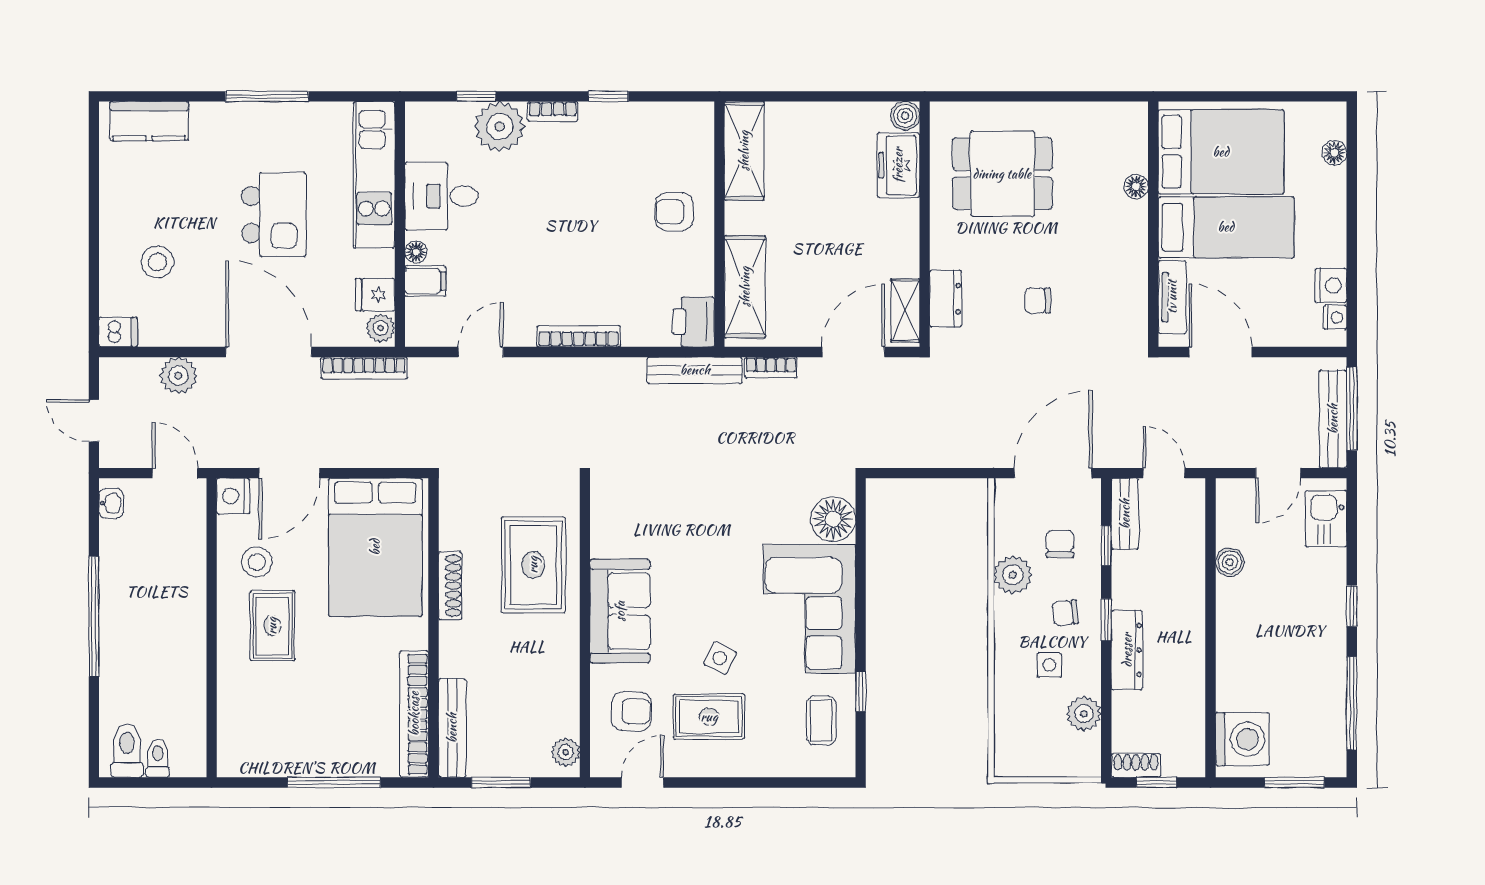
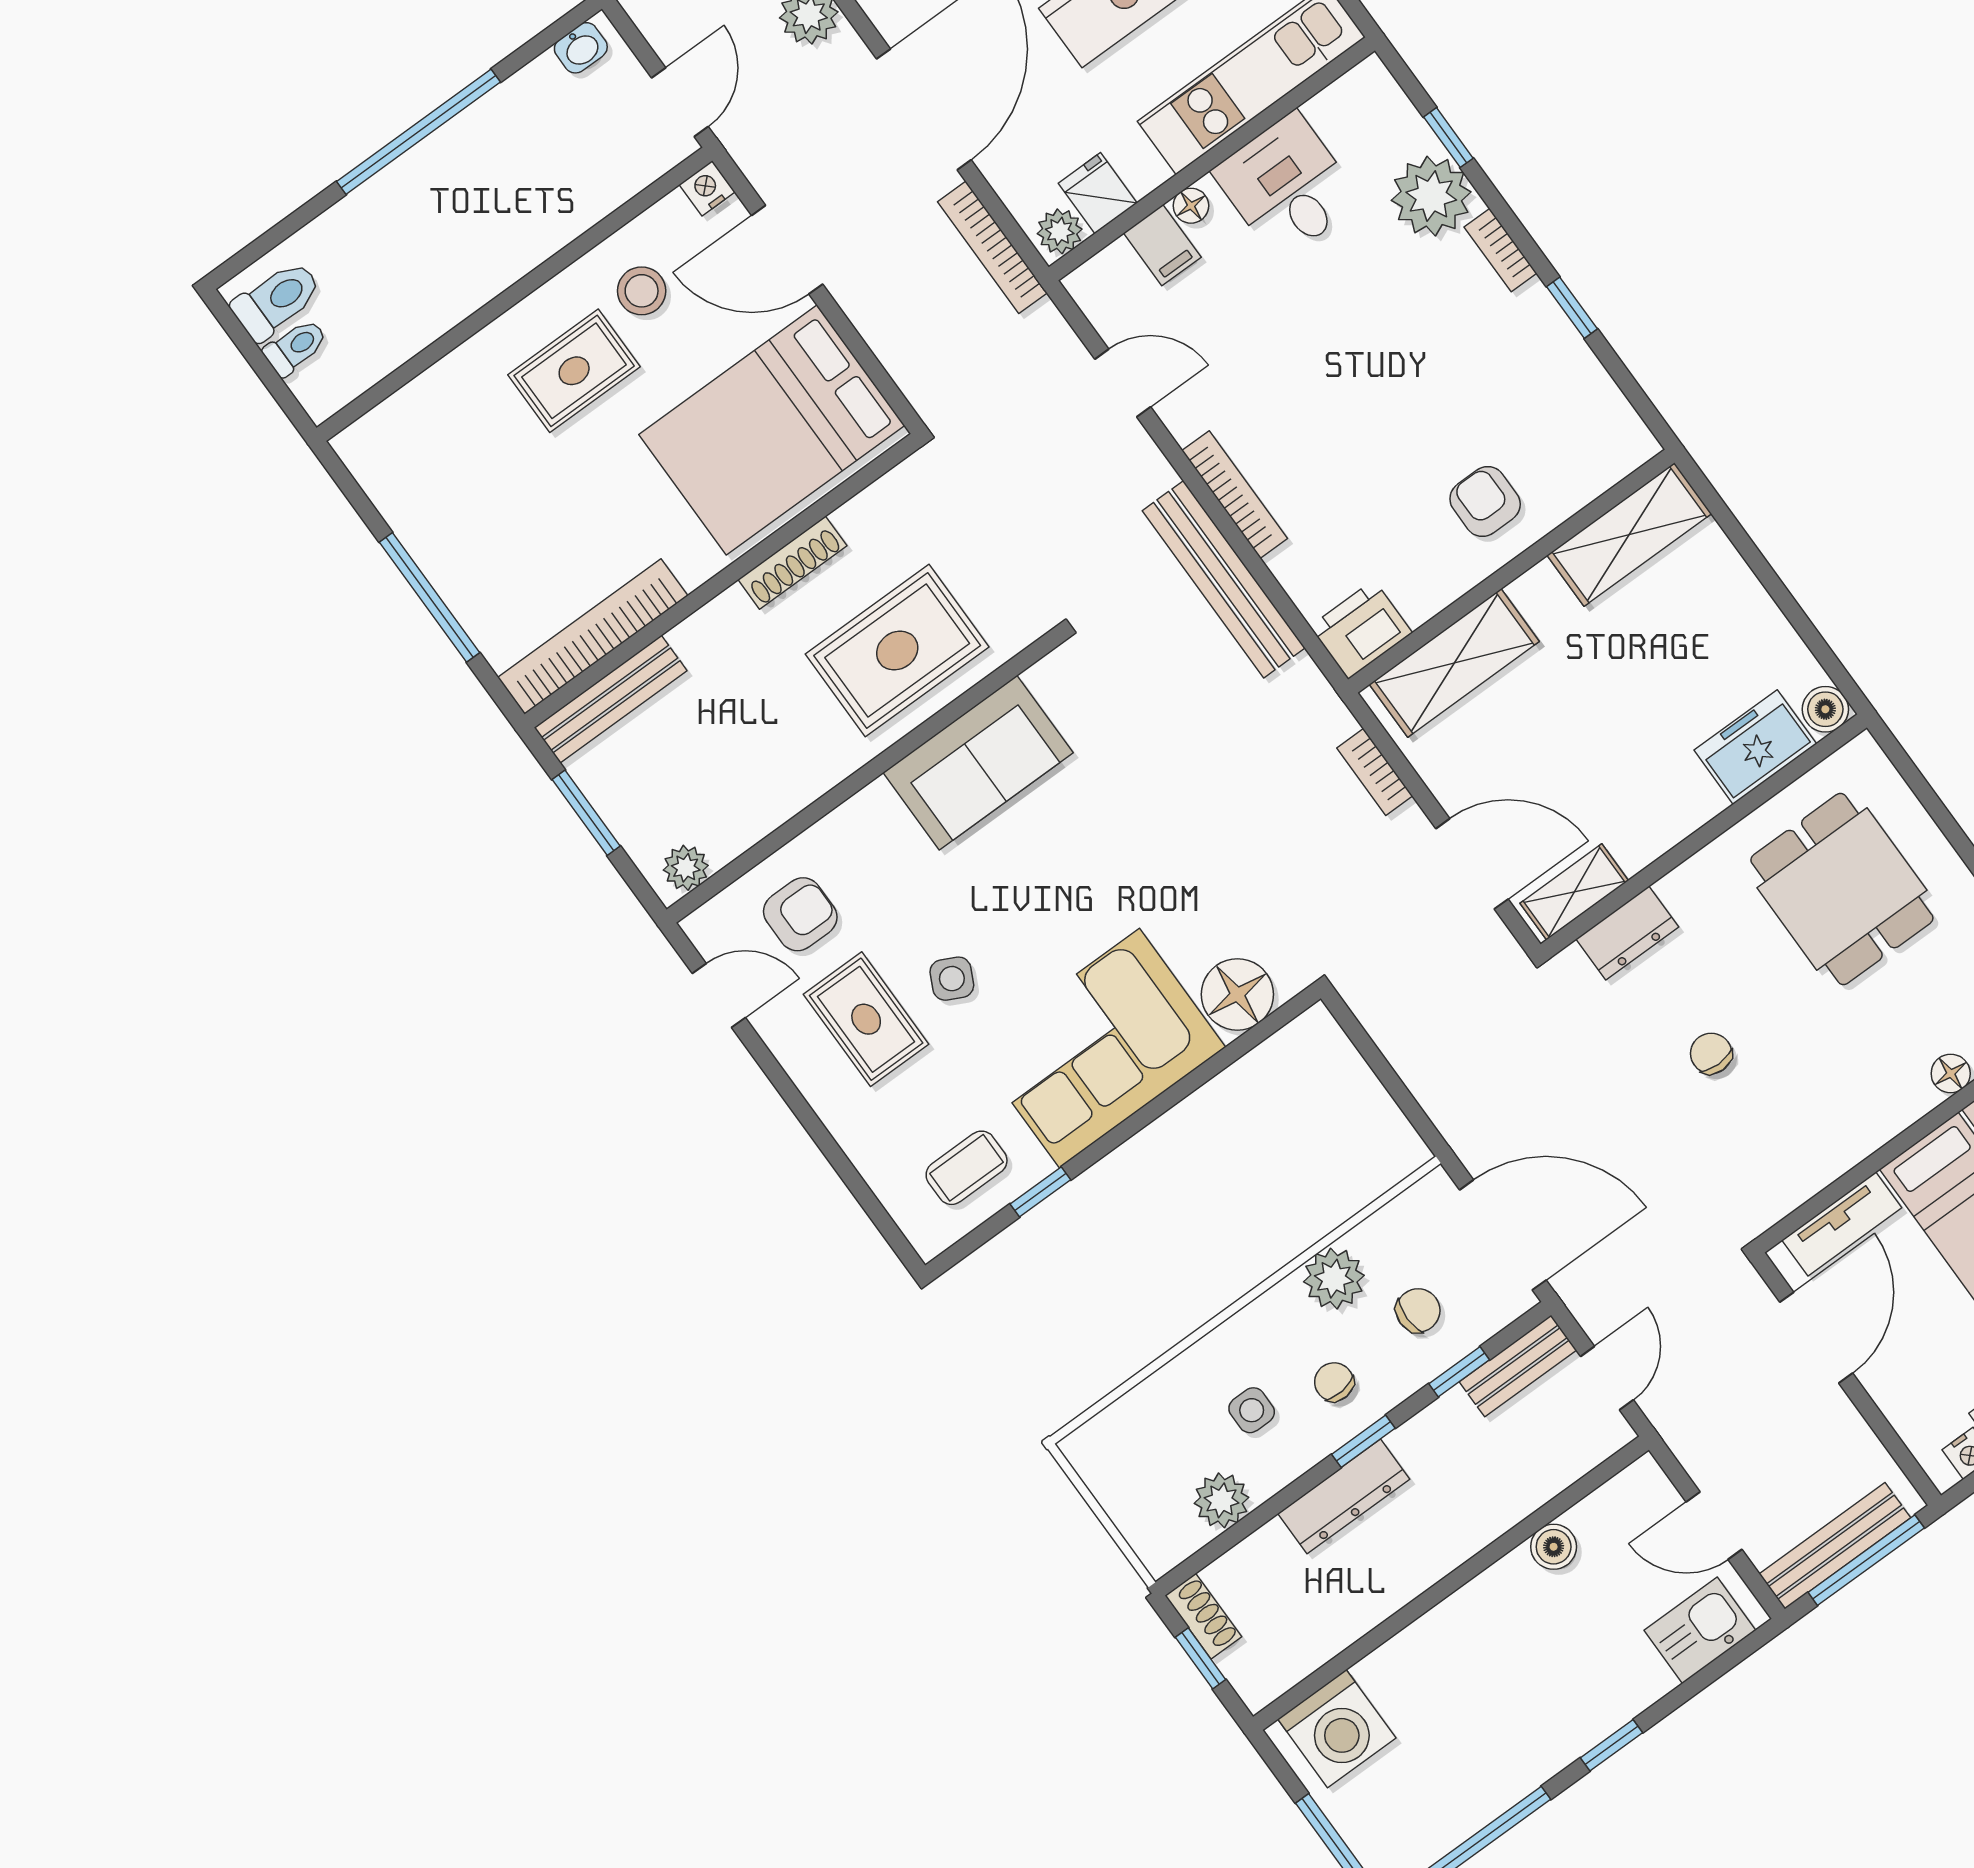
bench: (695, 370) -> (1224, 579), moved, width x1.37, depth x1.21
nightstand: (233, 496) -> (707, 188), width x0.72, depth x0.74
sofa: (620, 611) -> (978, 763), moved
armchair: (631, 711) -> (800, 914), turned -92

